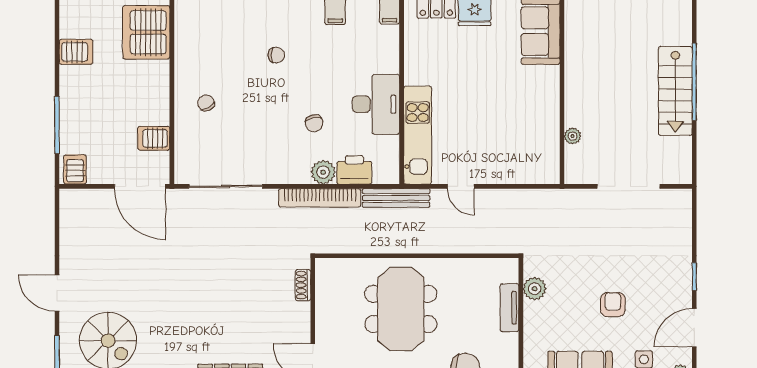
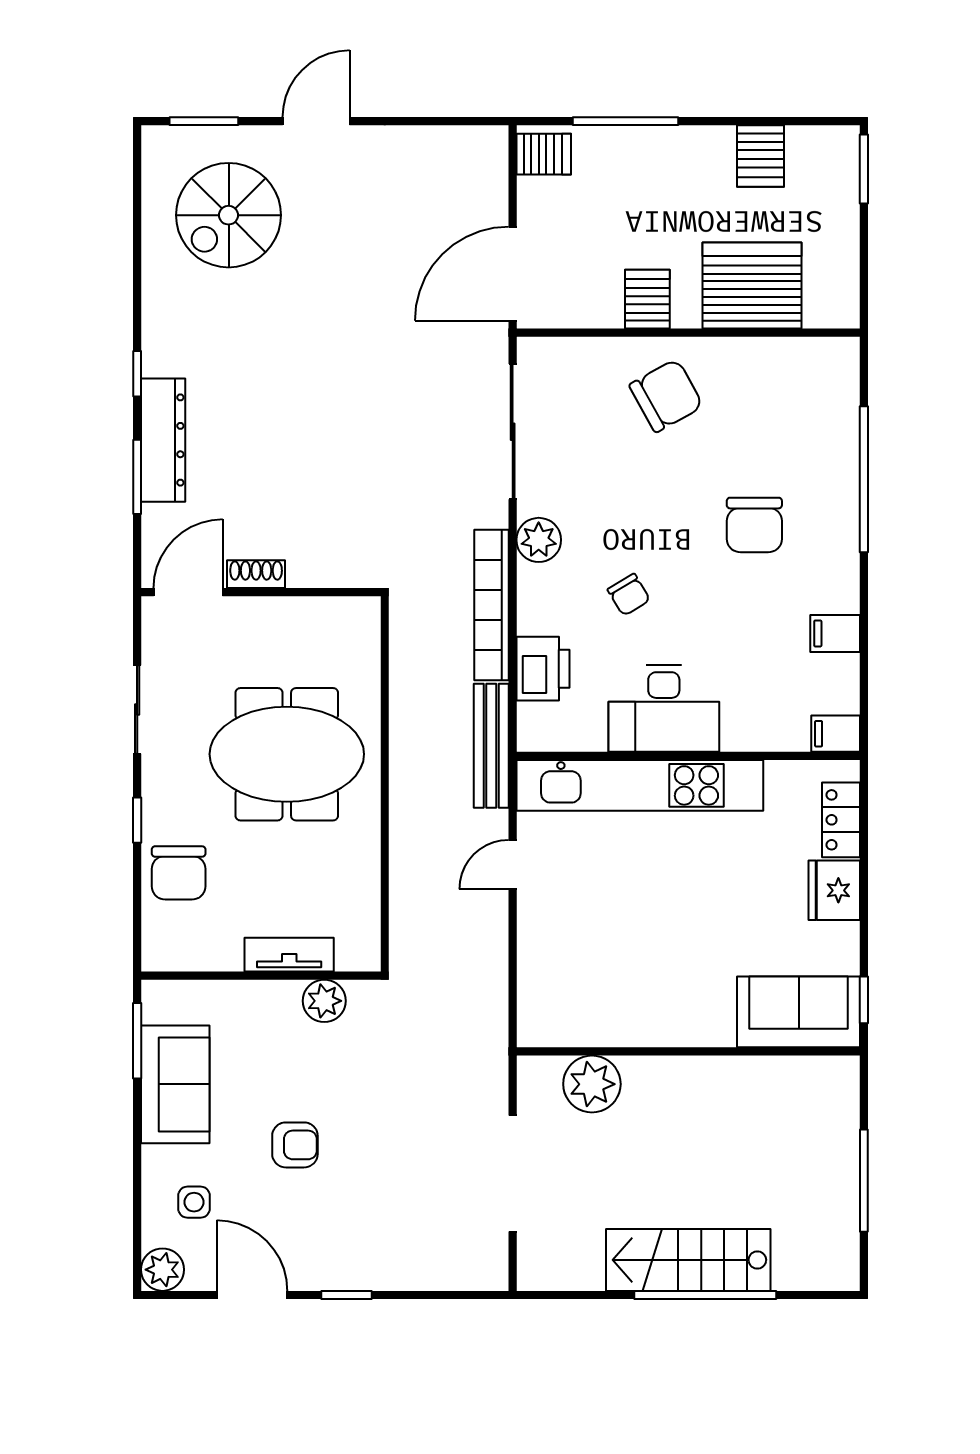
server rack: (146, 32) -> (752, 285), moved
chair: (276, 55) -> (754, 525), width x1.87, depth x1.87
chair: (206, 103) -> (666, 396), width x1.87, depth x1.87
chair: (314, 123) -> (629, 595), turned -108
kitchen unit: (418, 135) -> (640, 785), width x1.36
plant: (573, 136) -> (592, 1084), width x1.87, depth x1.87
server rack: (154, 138) -> (647, 299), moved
plant: (323, 172) -> (539, 540), moved
shoe rack: (303, 285) -> (256, 574), moved

